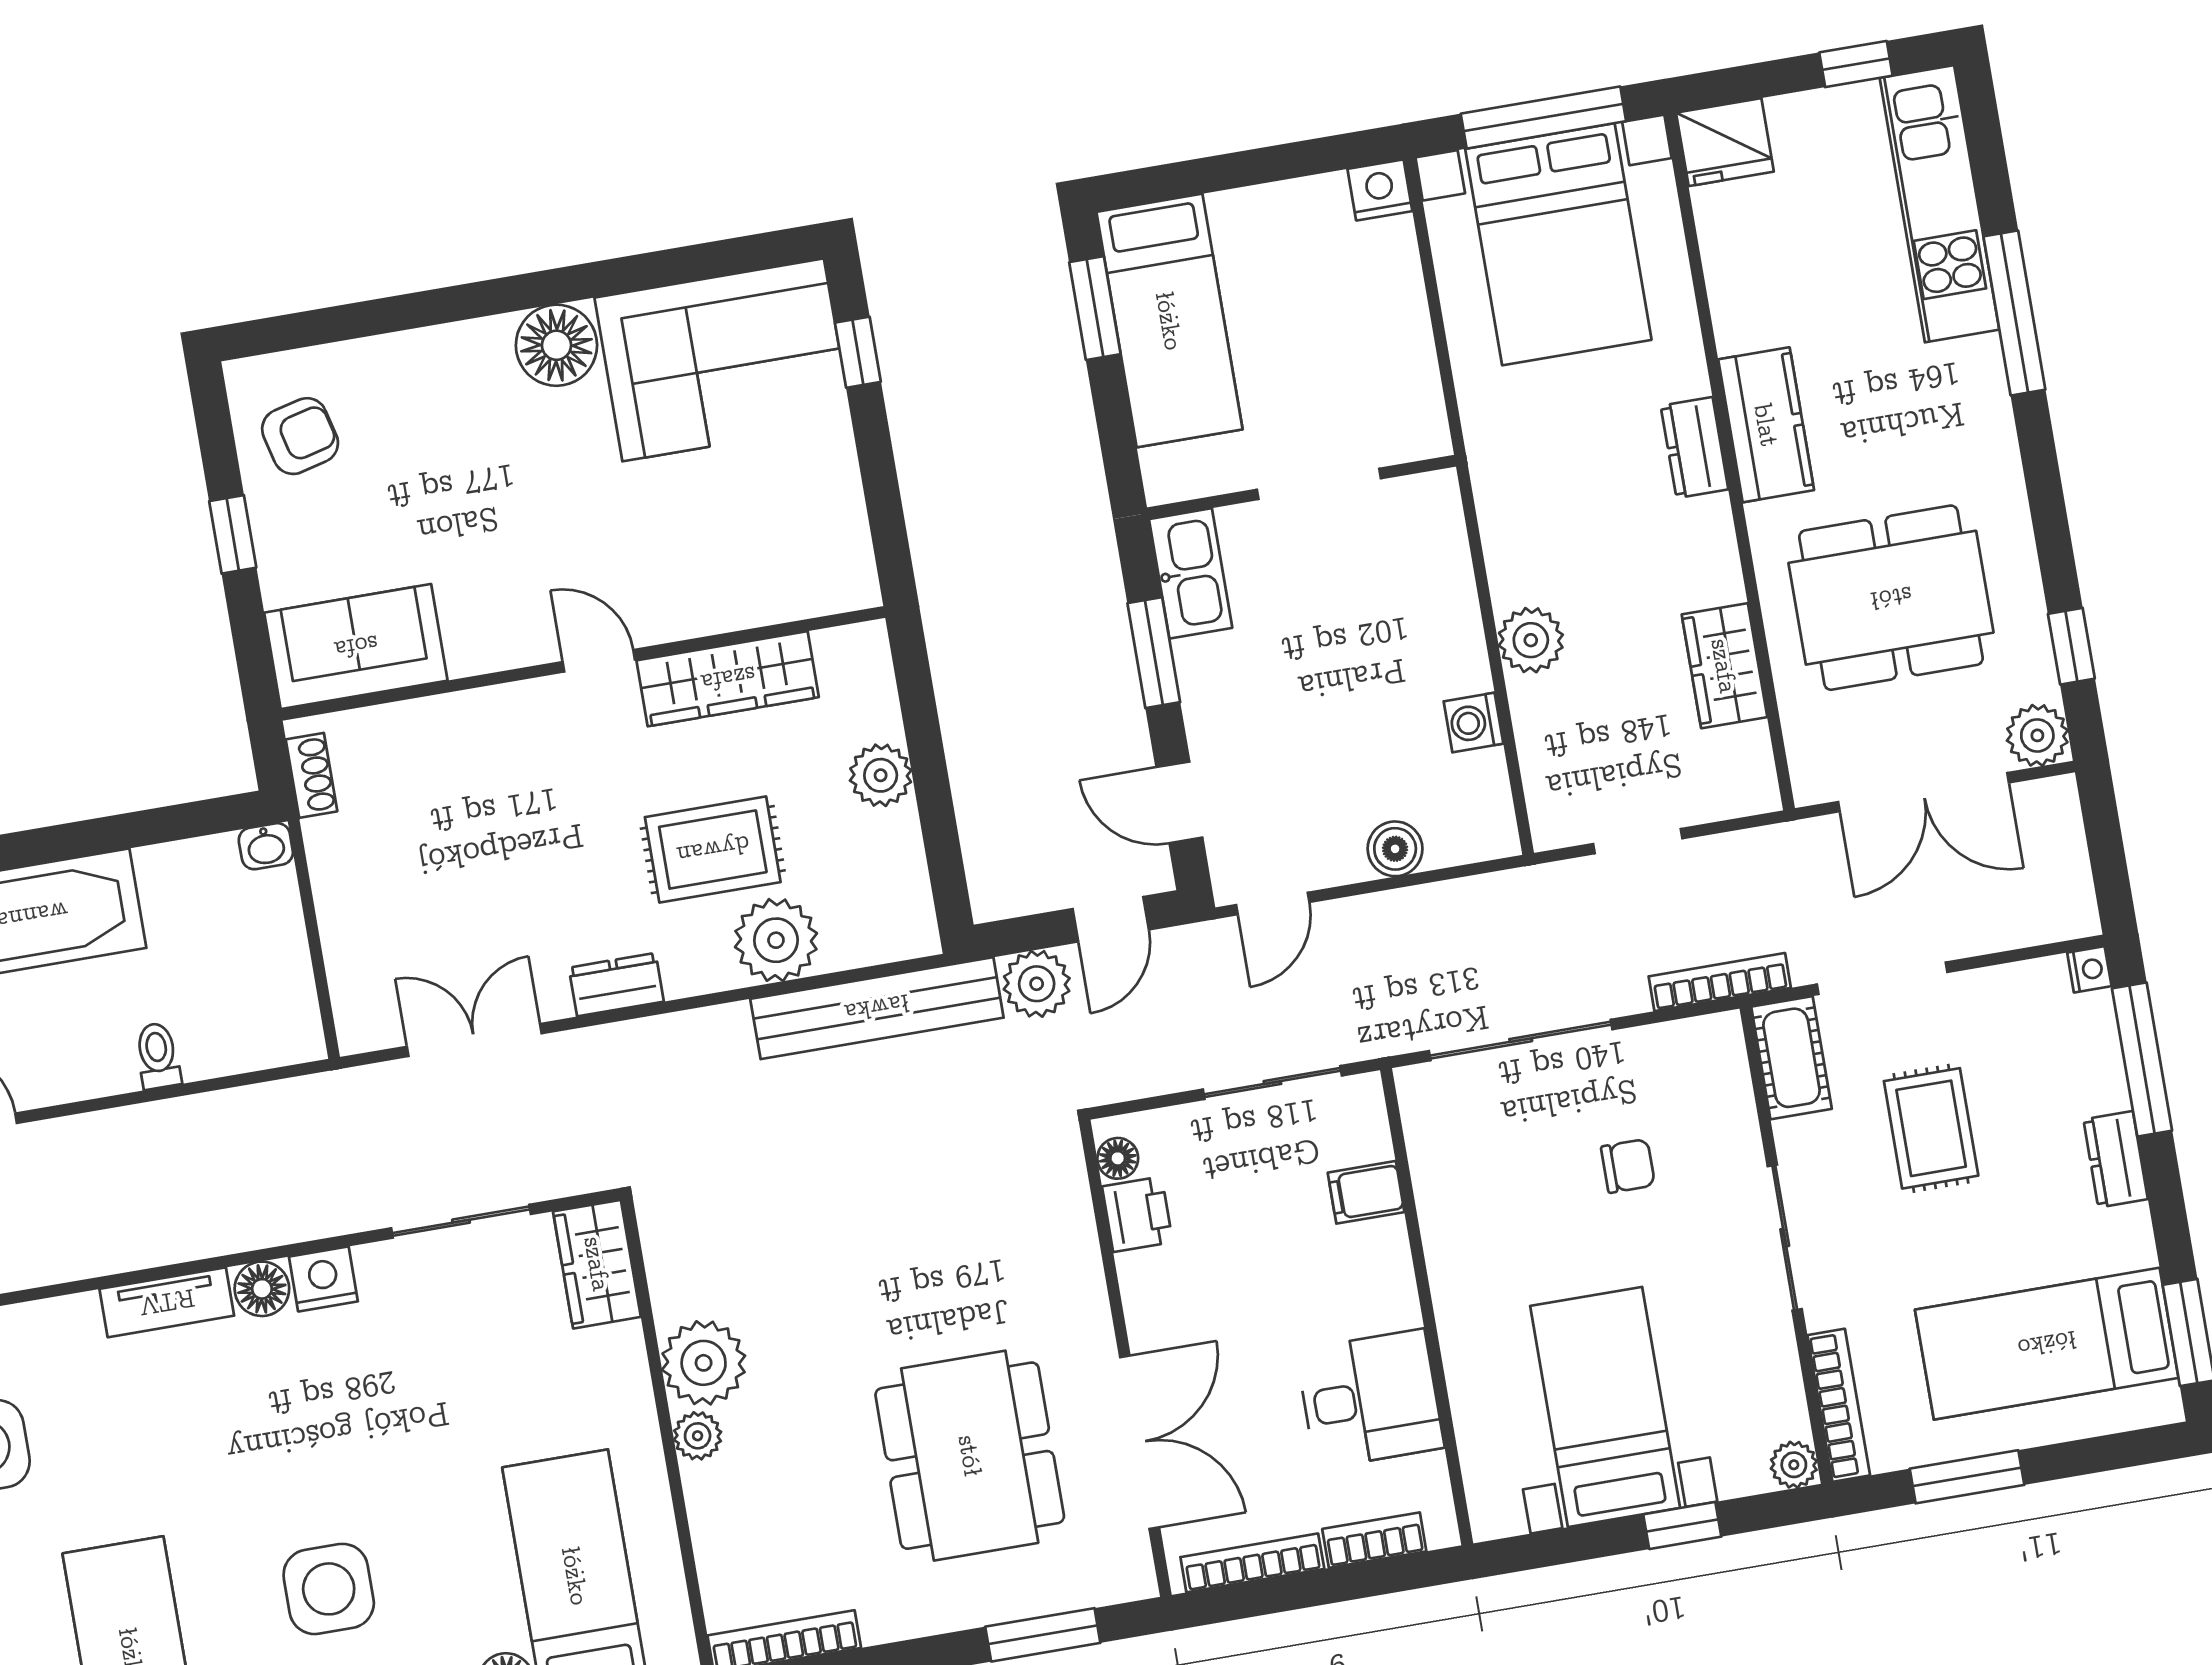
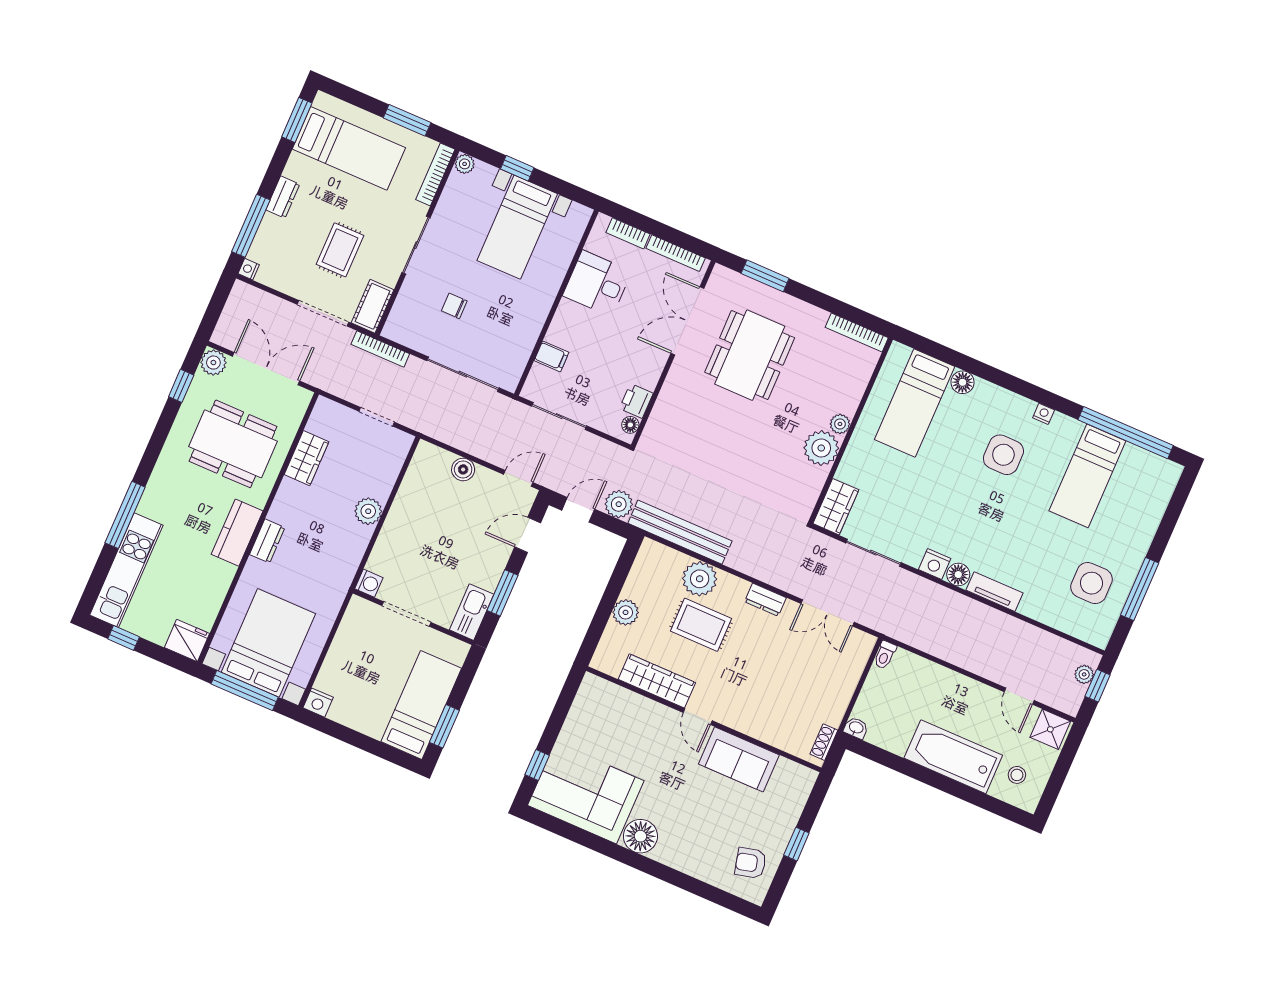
sofa: (356, 647) -> (739, 759), moved
washing machine: (1473, 722) -> (369, 583), moved
door: (1179, 802) -> (528, 535), swing flipped
toilet: (158, 1056) -> (885, 655), moved

